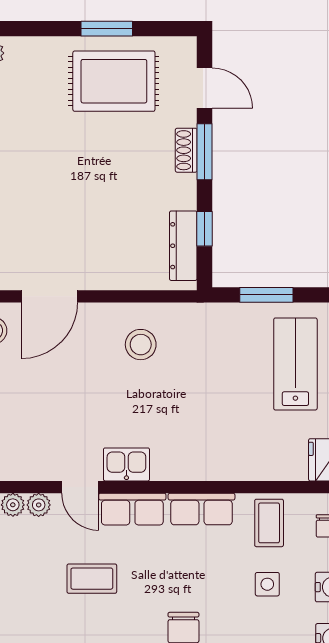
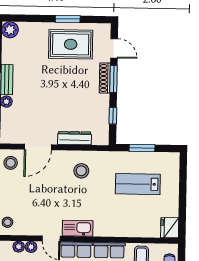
shoe rack: (186, 150) -> (105, 78), width x1.43
dresser: (183, 246) -> (74, 138), moved, turned 90
lab bench: (295, 364) -> (138, 184), moved, turned -90
kitchen sink: (126, 464) -> (78, 228), width x1.38

